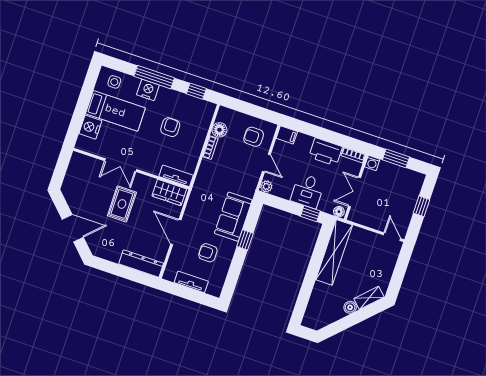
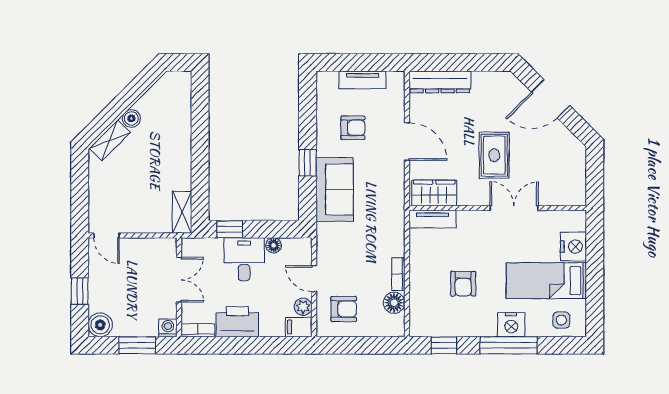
boiler: (416, 180) -> (100, 325), added
plant: (266, 186) -> (303, 307), moved
floor lamp: (339, 212) -> (274, 245), moved
shelving: (334, 252) -> (182, 212), width x0.45, depth x0.75

